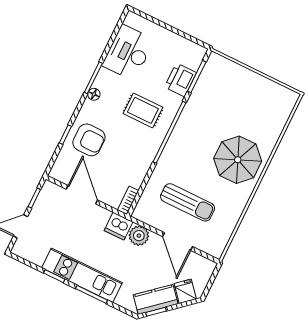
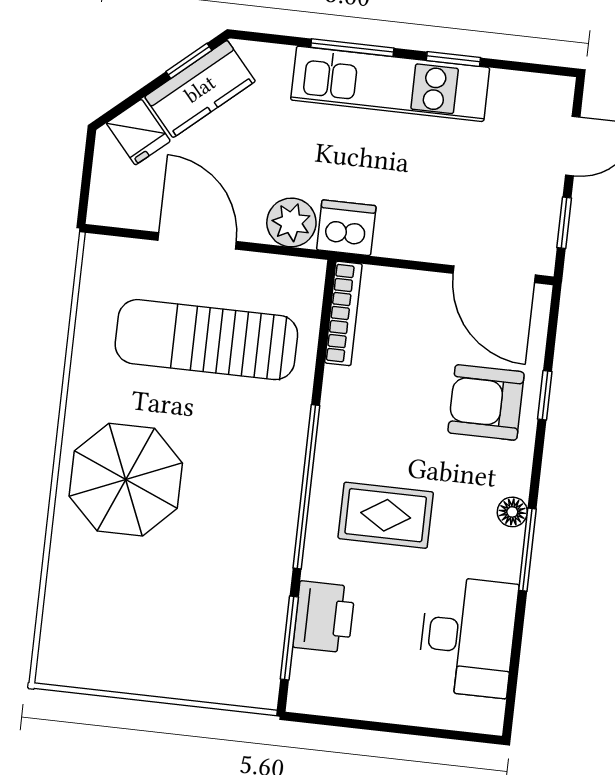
door: (82, 195) -> (494, 274), moved
bookcase: (128, 200) -> (343, 313), width x1.56
sun lounger: (188, 202) -> (206, 340), width x1.36, depth x1.34

